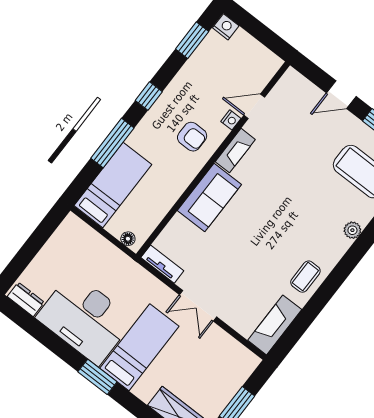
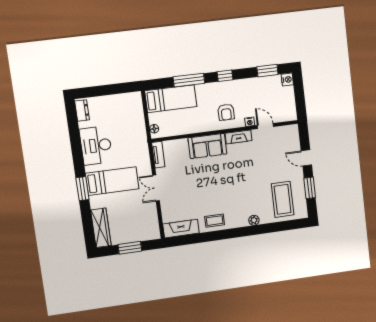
desk: (85, 319) -> (96, 146), width x0.73, depth x0.77
window: (97, 377) -> (82, 189), moved

